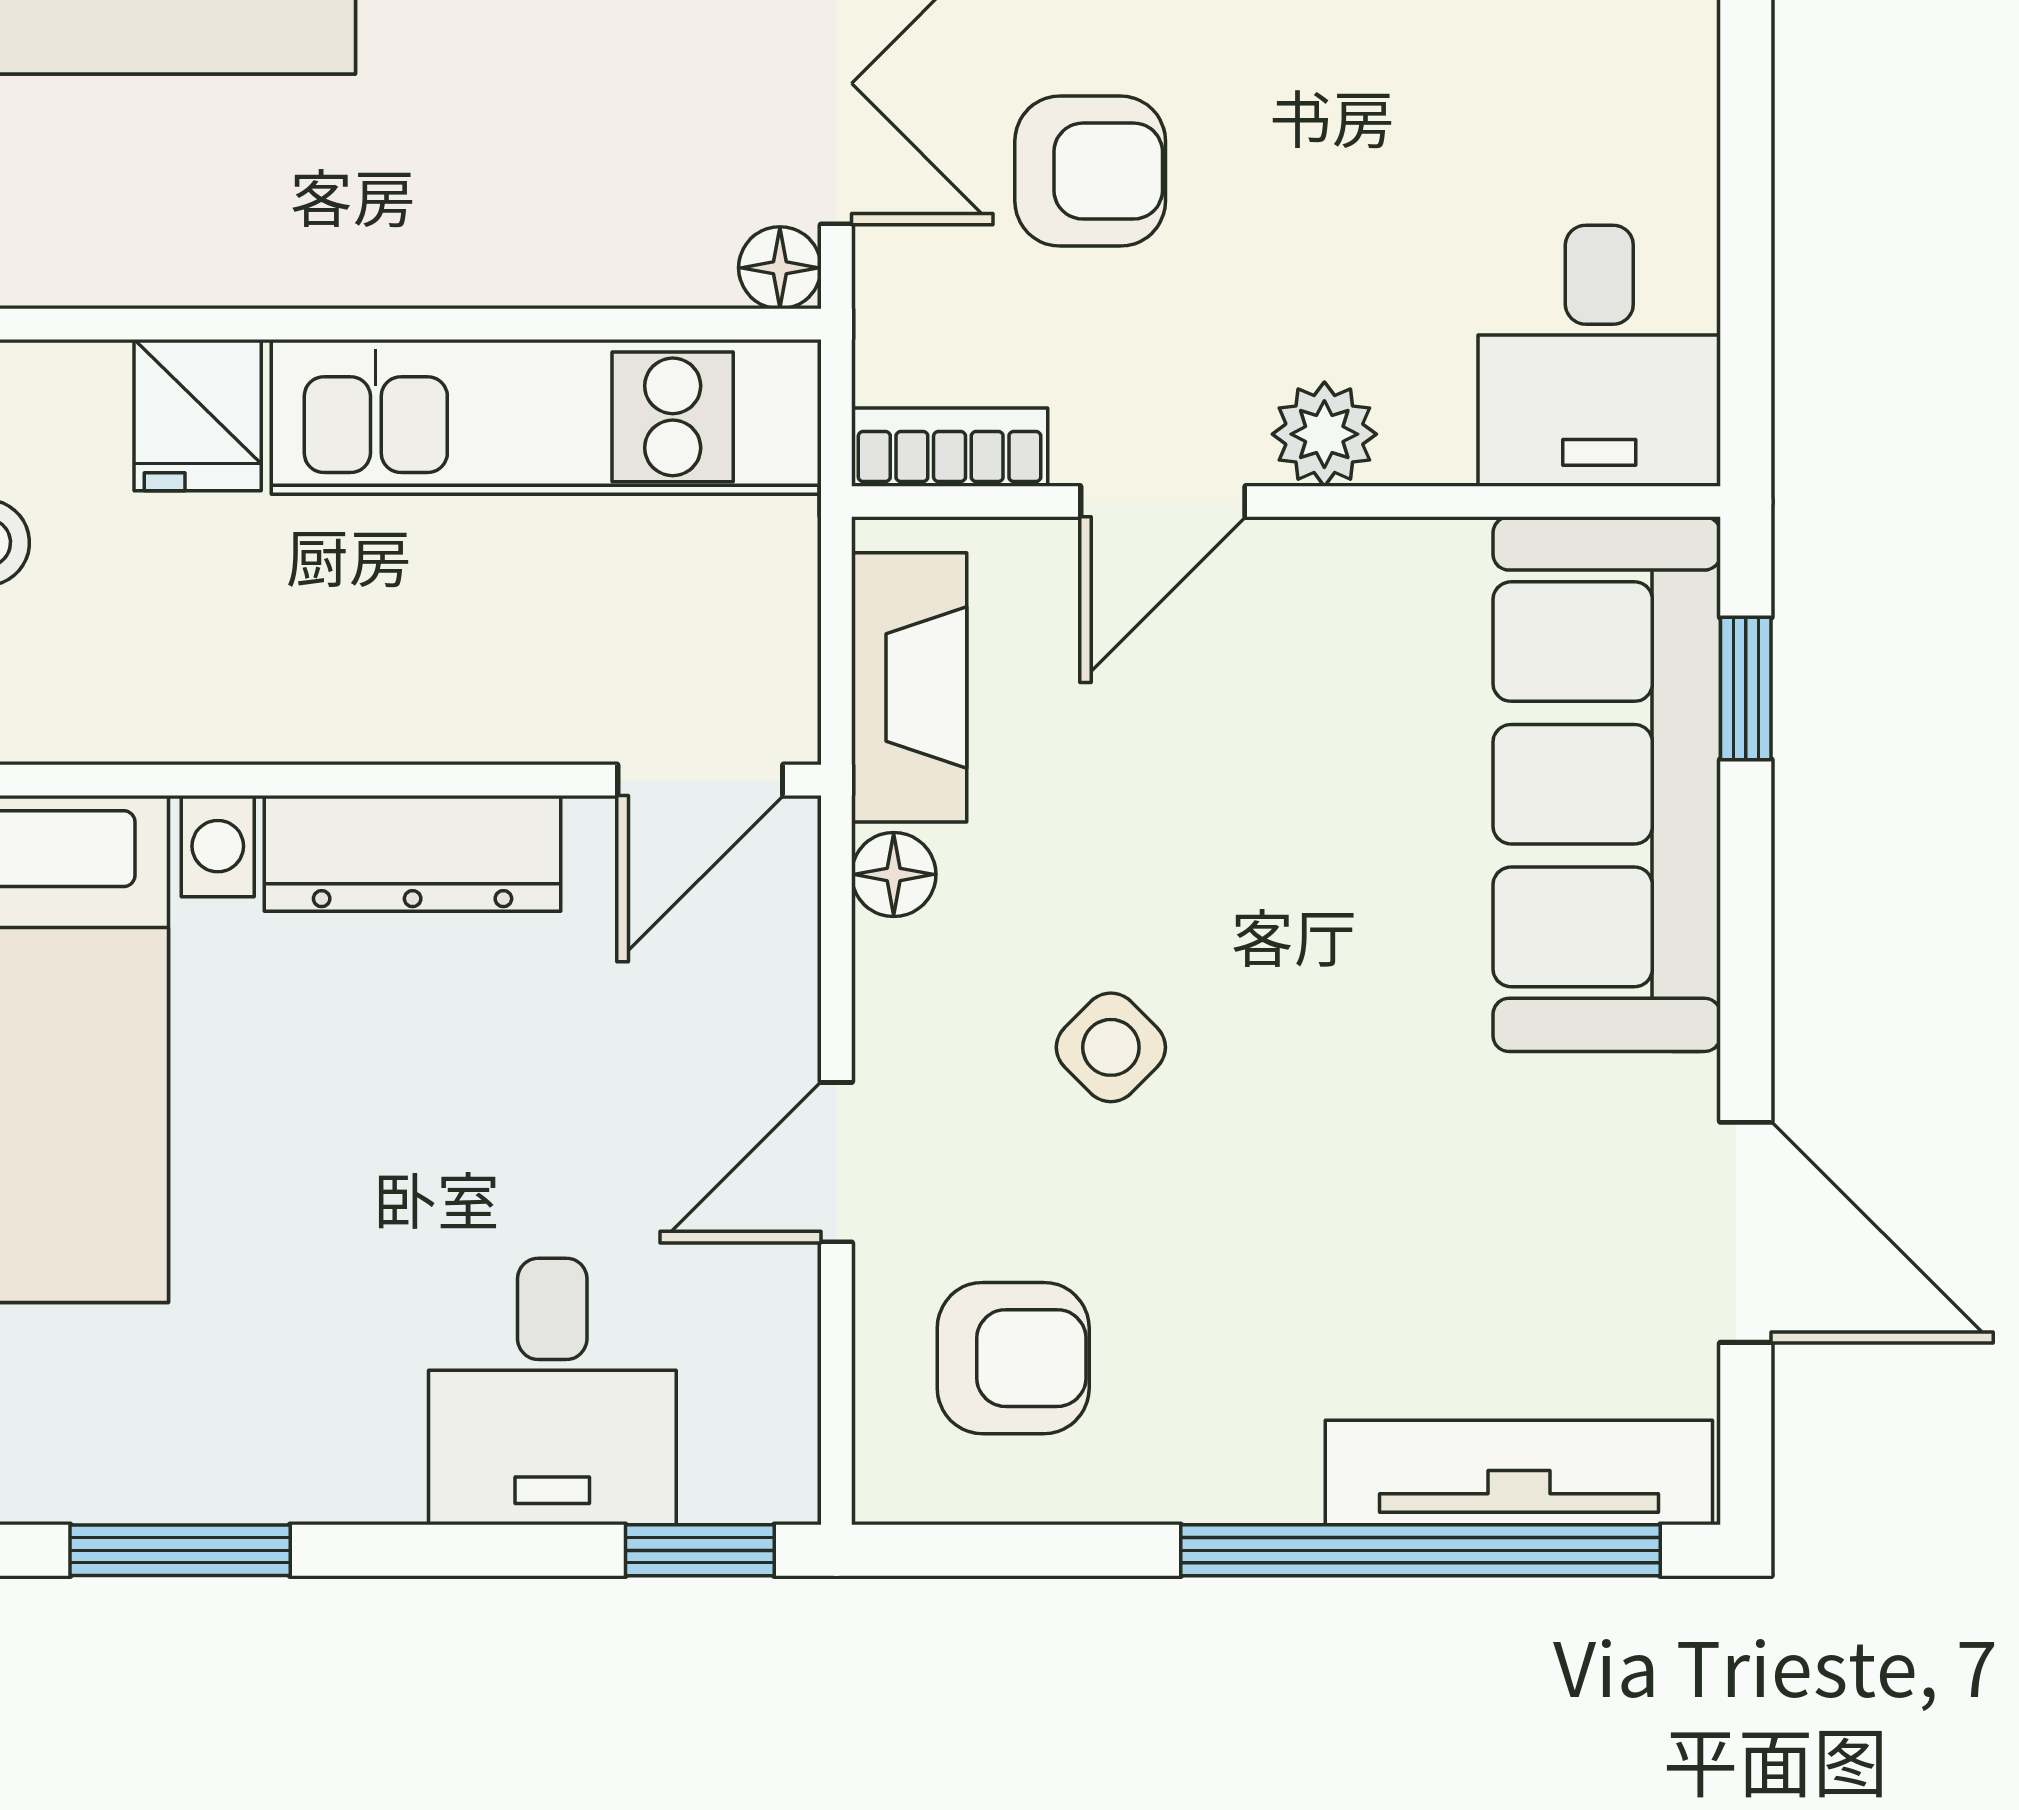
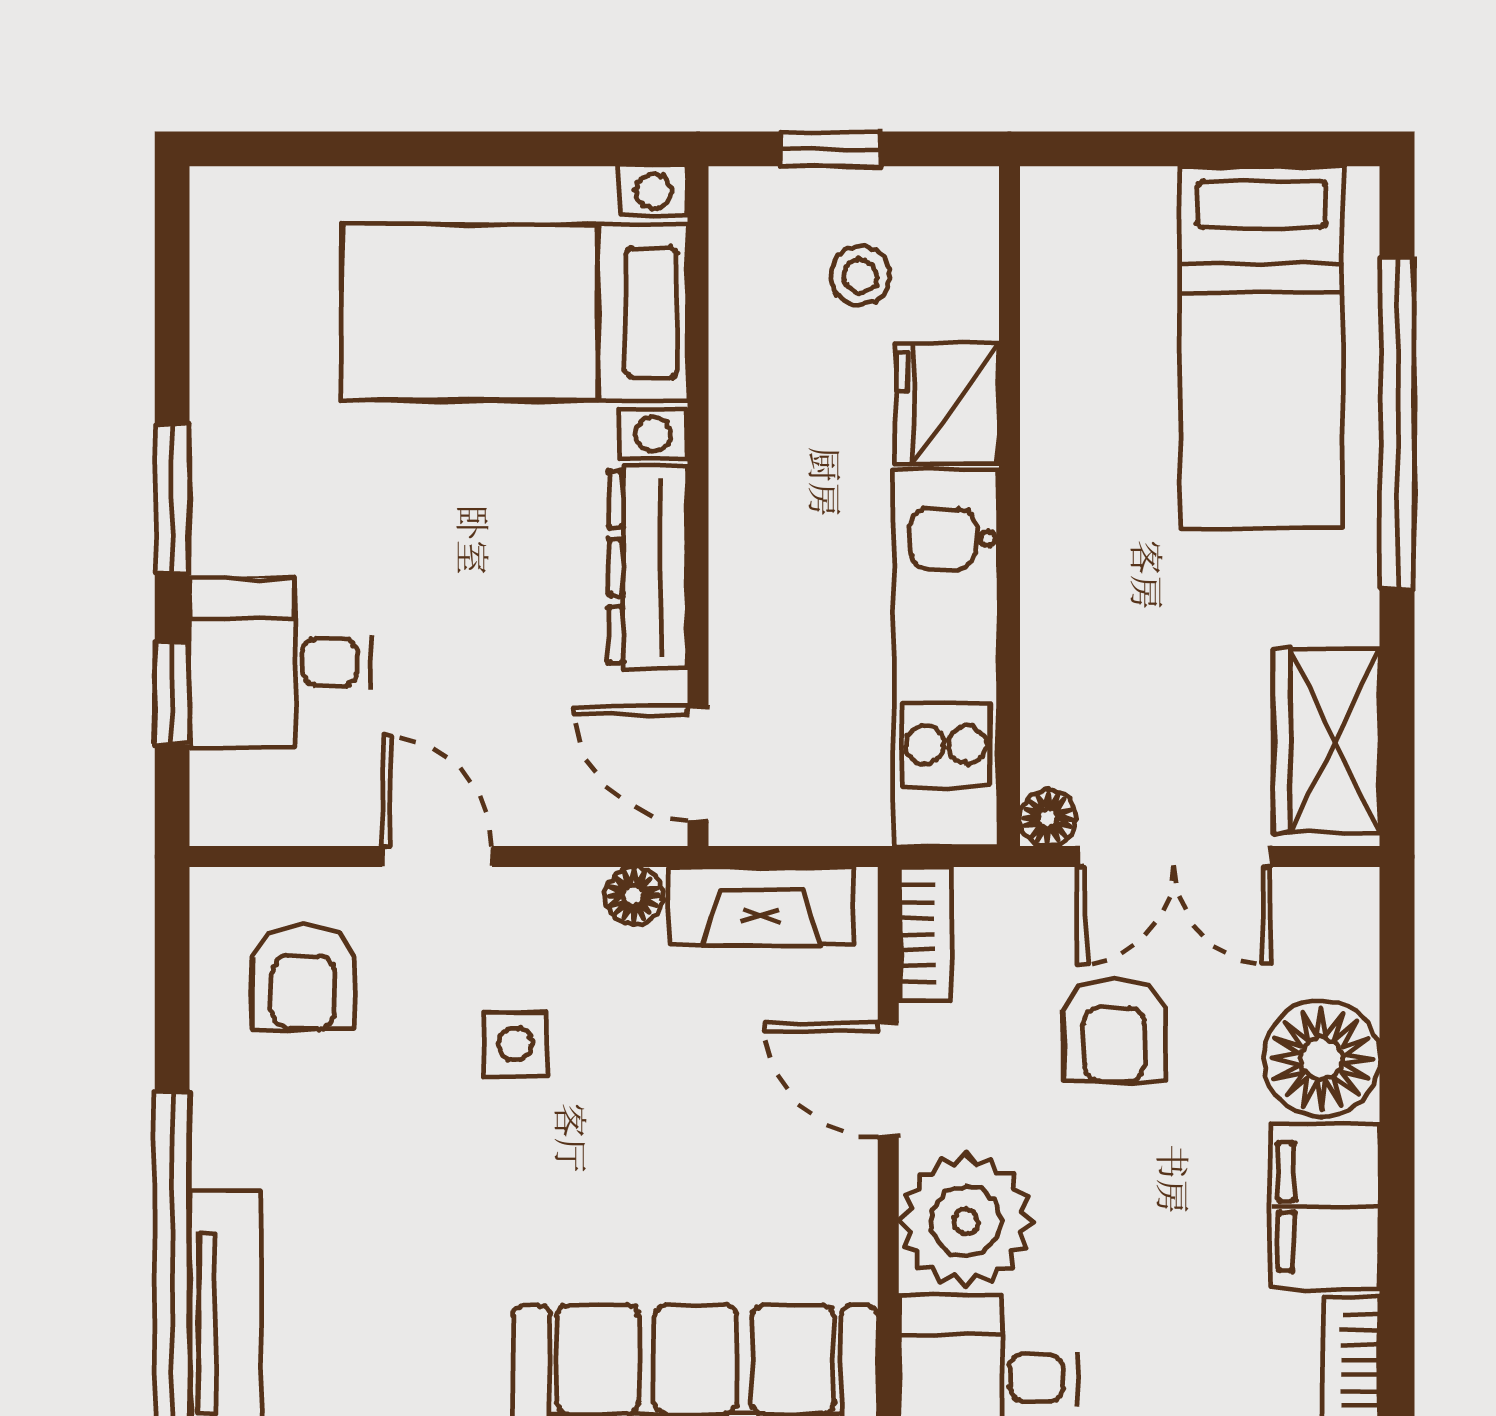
fridge: (198, 415) -> (947, 404), width x1.38
plant: (1324, 434) -> (966, 1221), width x1.88, depth x1.88
side table: (1111, 1047) -> (516, 1044), turned 45
window: (180, 1550) -> (172, 499), moved
window: (700, 1550) -> (172, 693), moved

